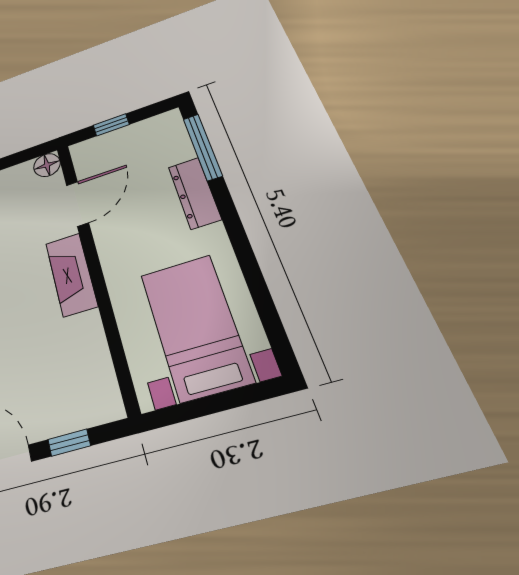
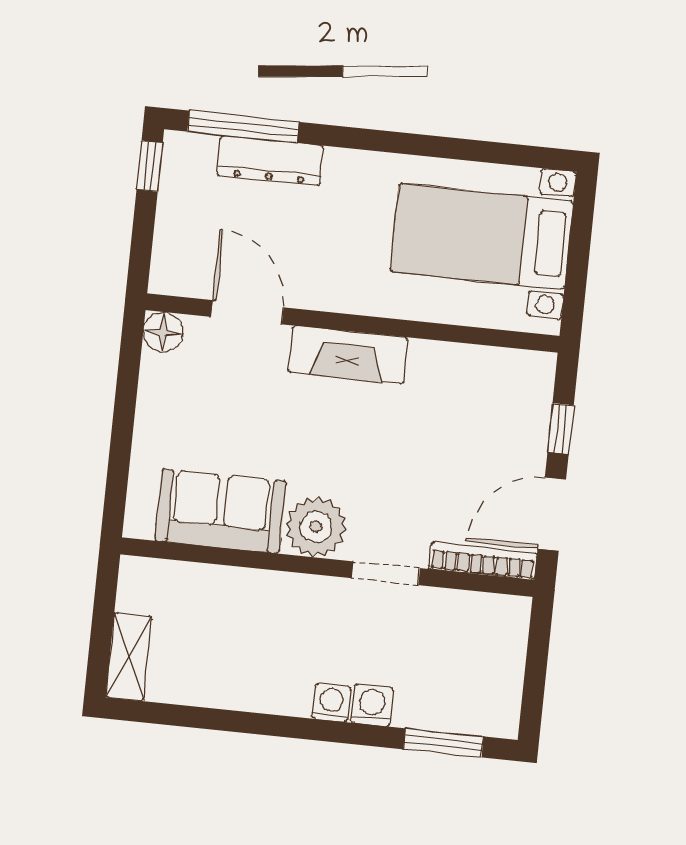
window: (111, 125) -> (150, 166), moved
dresser: (195, 193) -> (270, 161), moved

